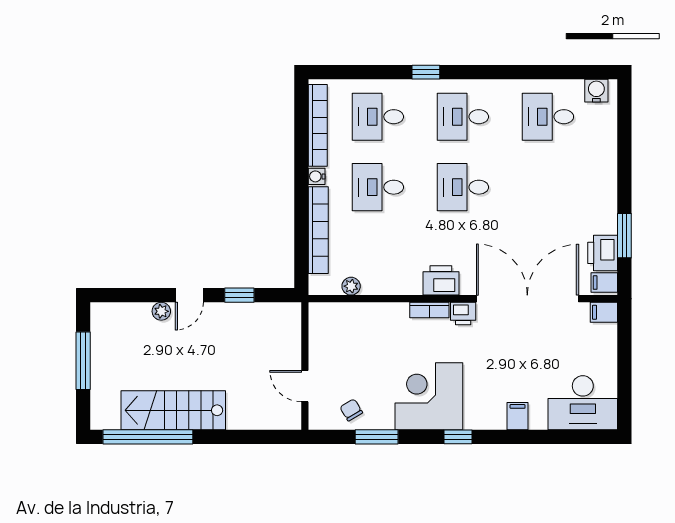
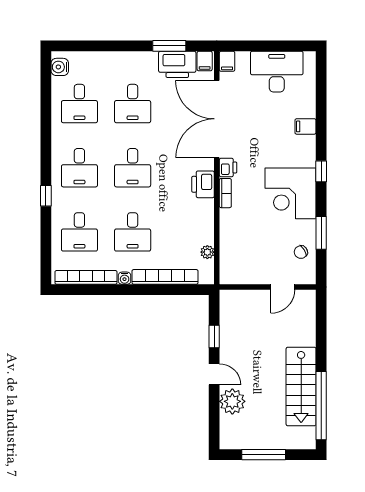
desk: (548, 187) -> (133, 104), added
printer: (603, 253) -> (177, 64), width x1.37, depth x1.19
plant: (161, 311) -> (232, 401), width x1.87, depth x1.87
desk: (583, 403) -> (277, 72), moved, turned -90

